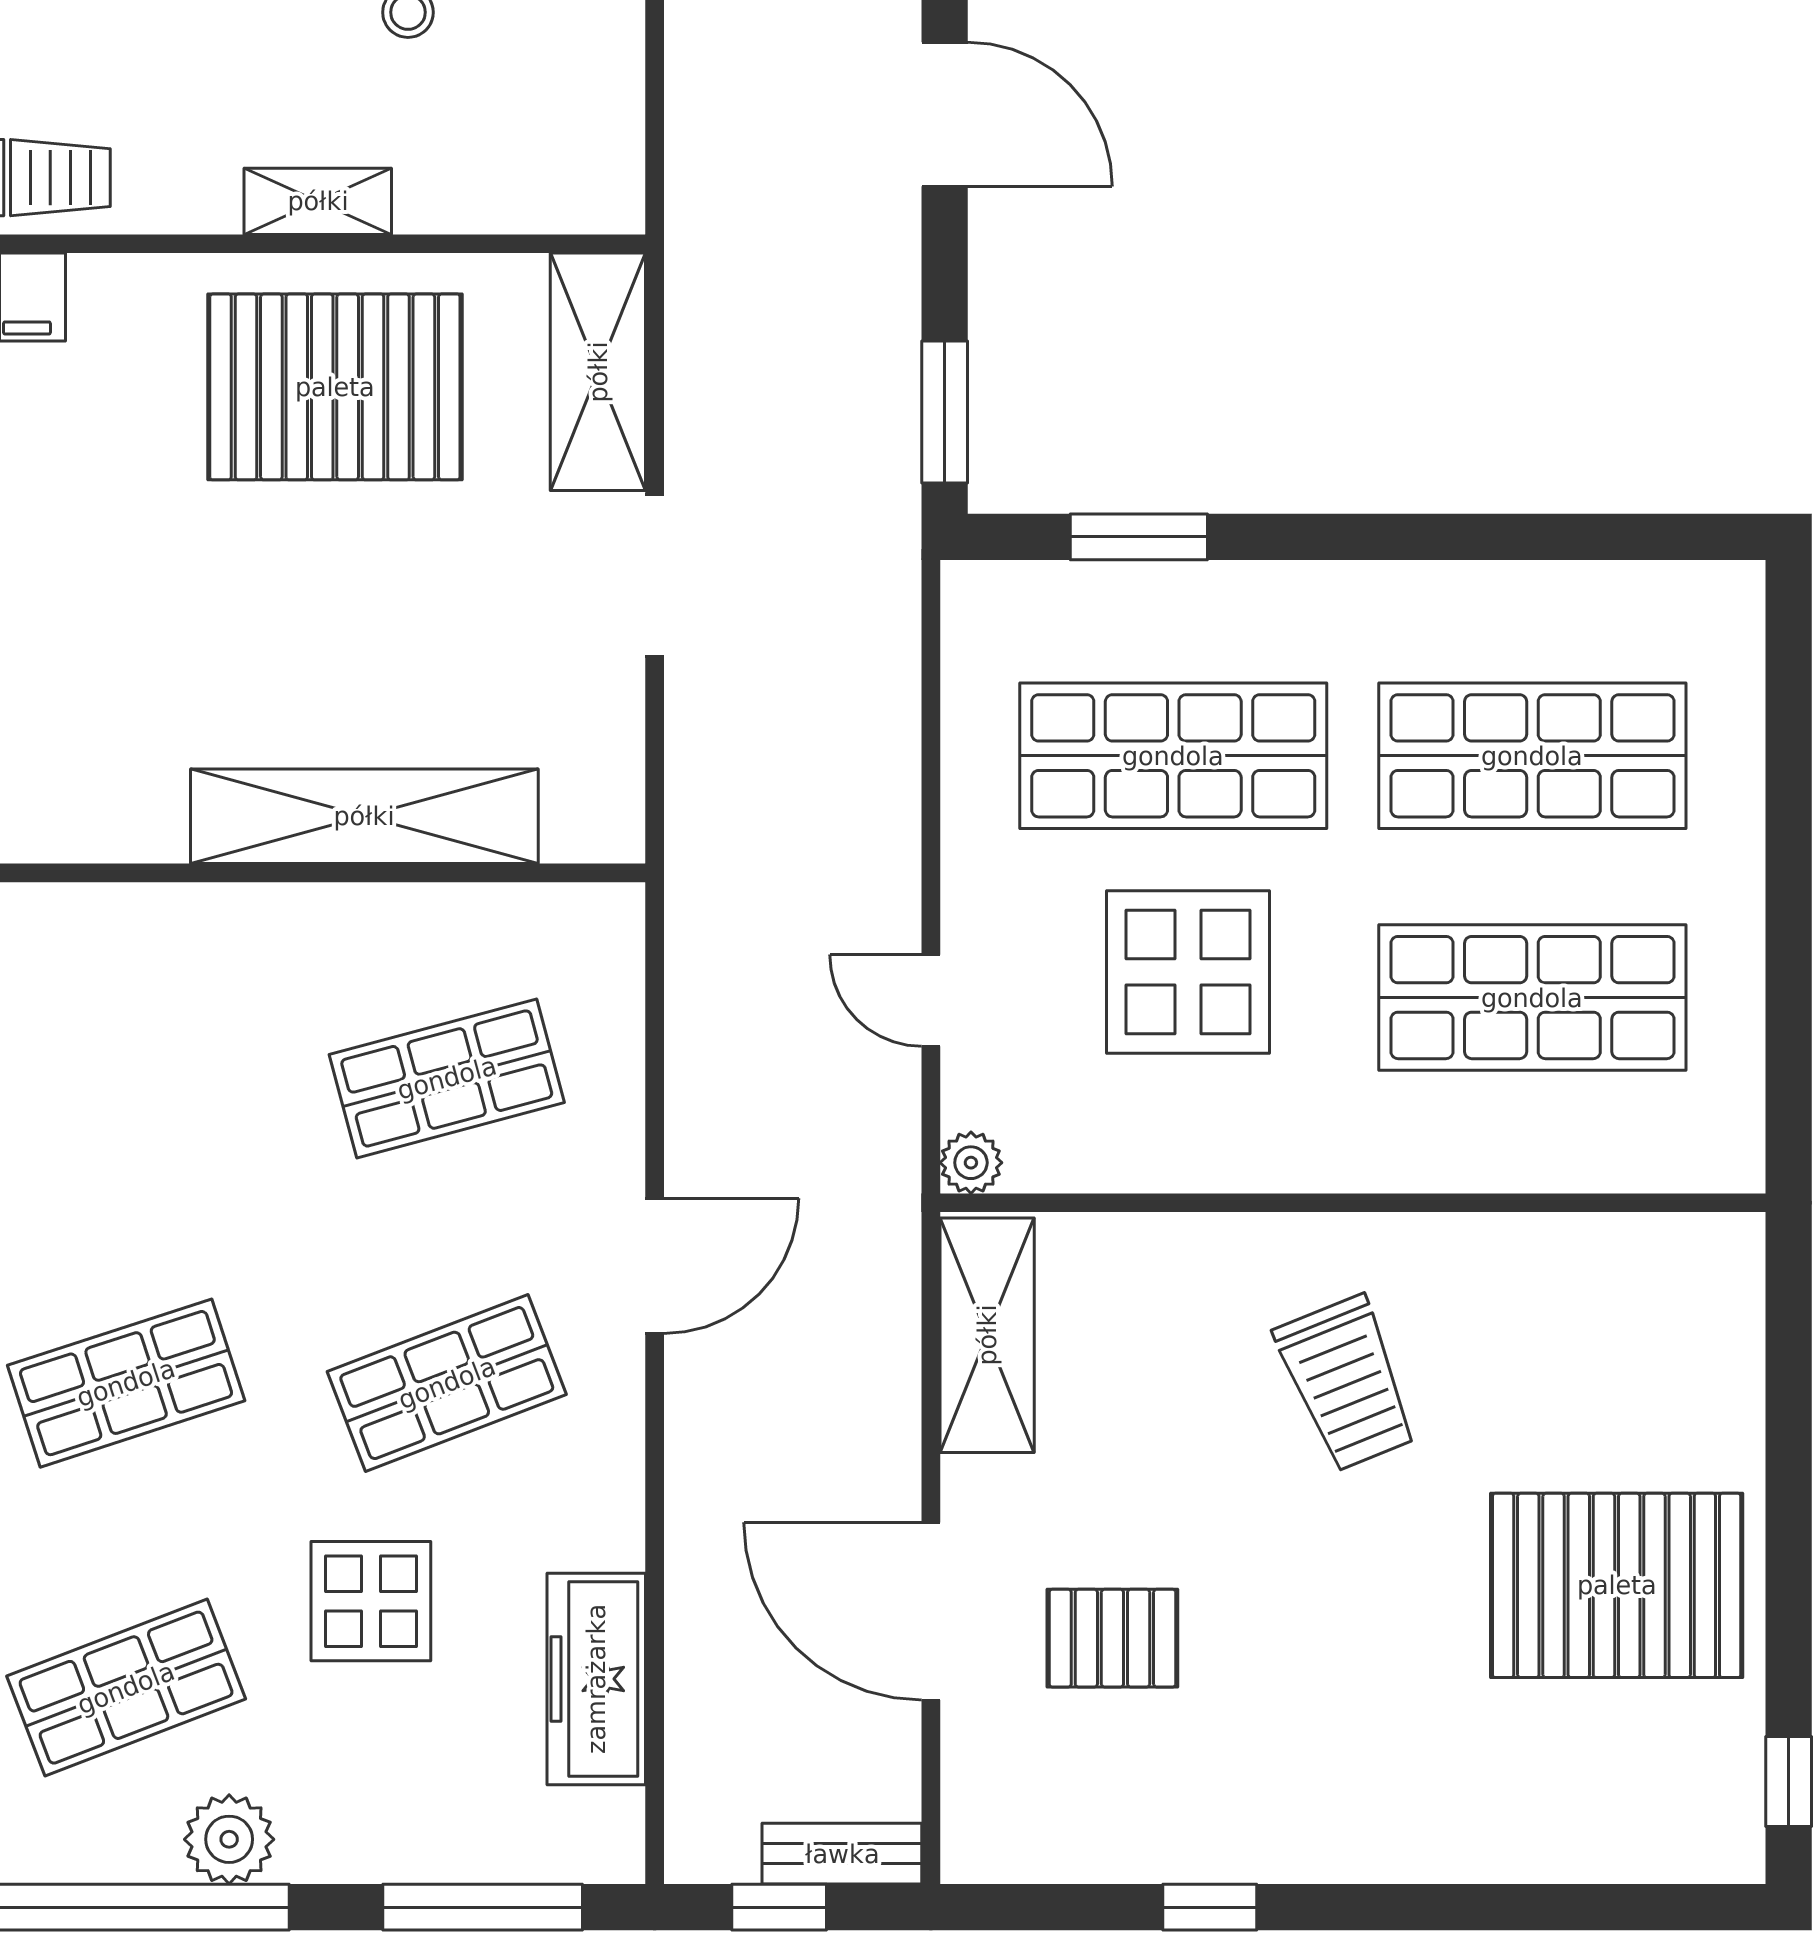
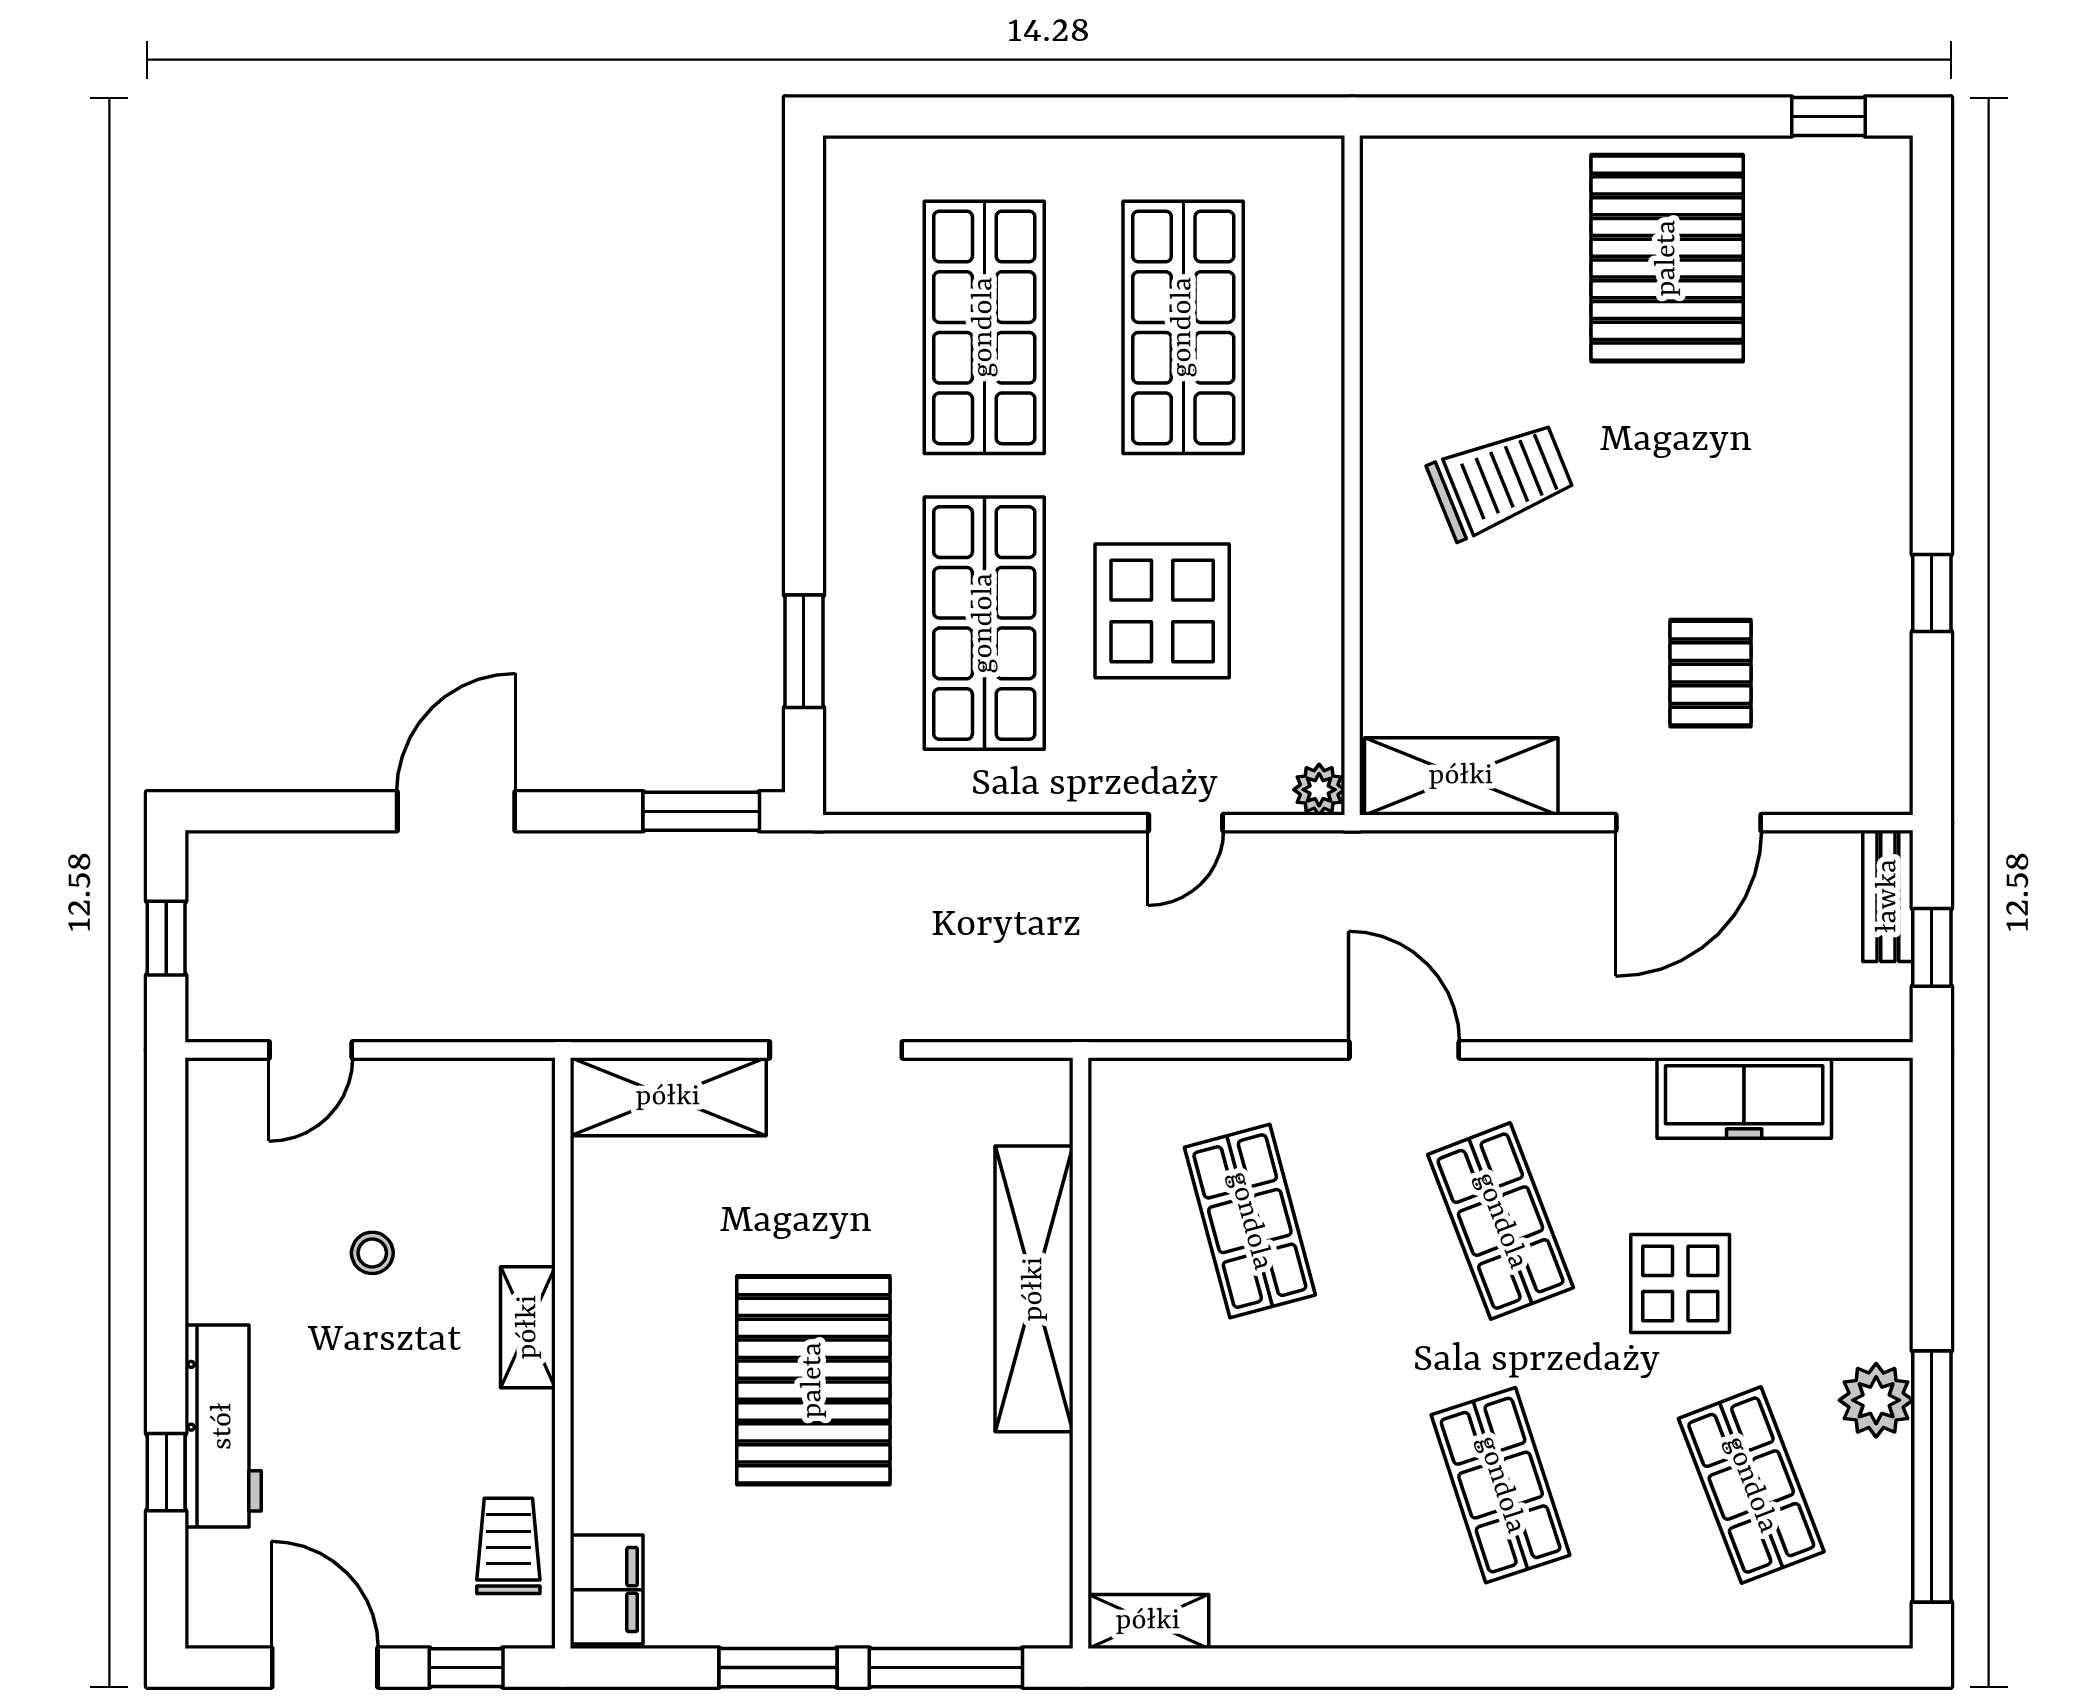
pallet: (335, 387) -> (813, 1380), moved
window: (483, 1907) -> (1932, 1191), removed

